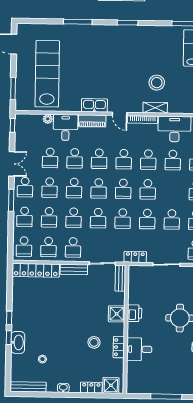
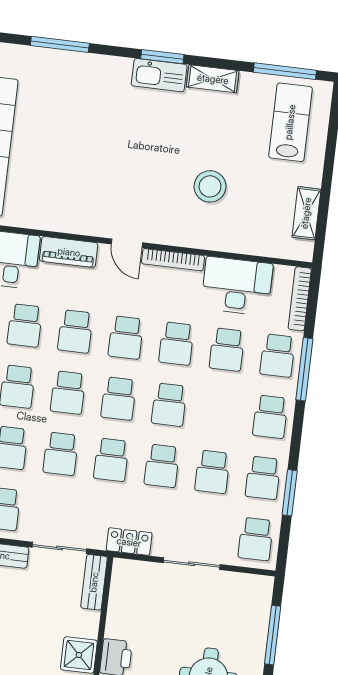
kitchen sink: (94, 105) -> (159, 75), moved, turned 180
shelving: (155, 108) -> (213, 79), moved

